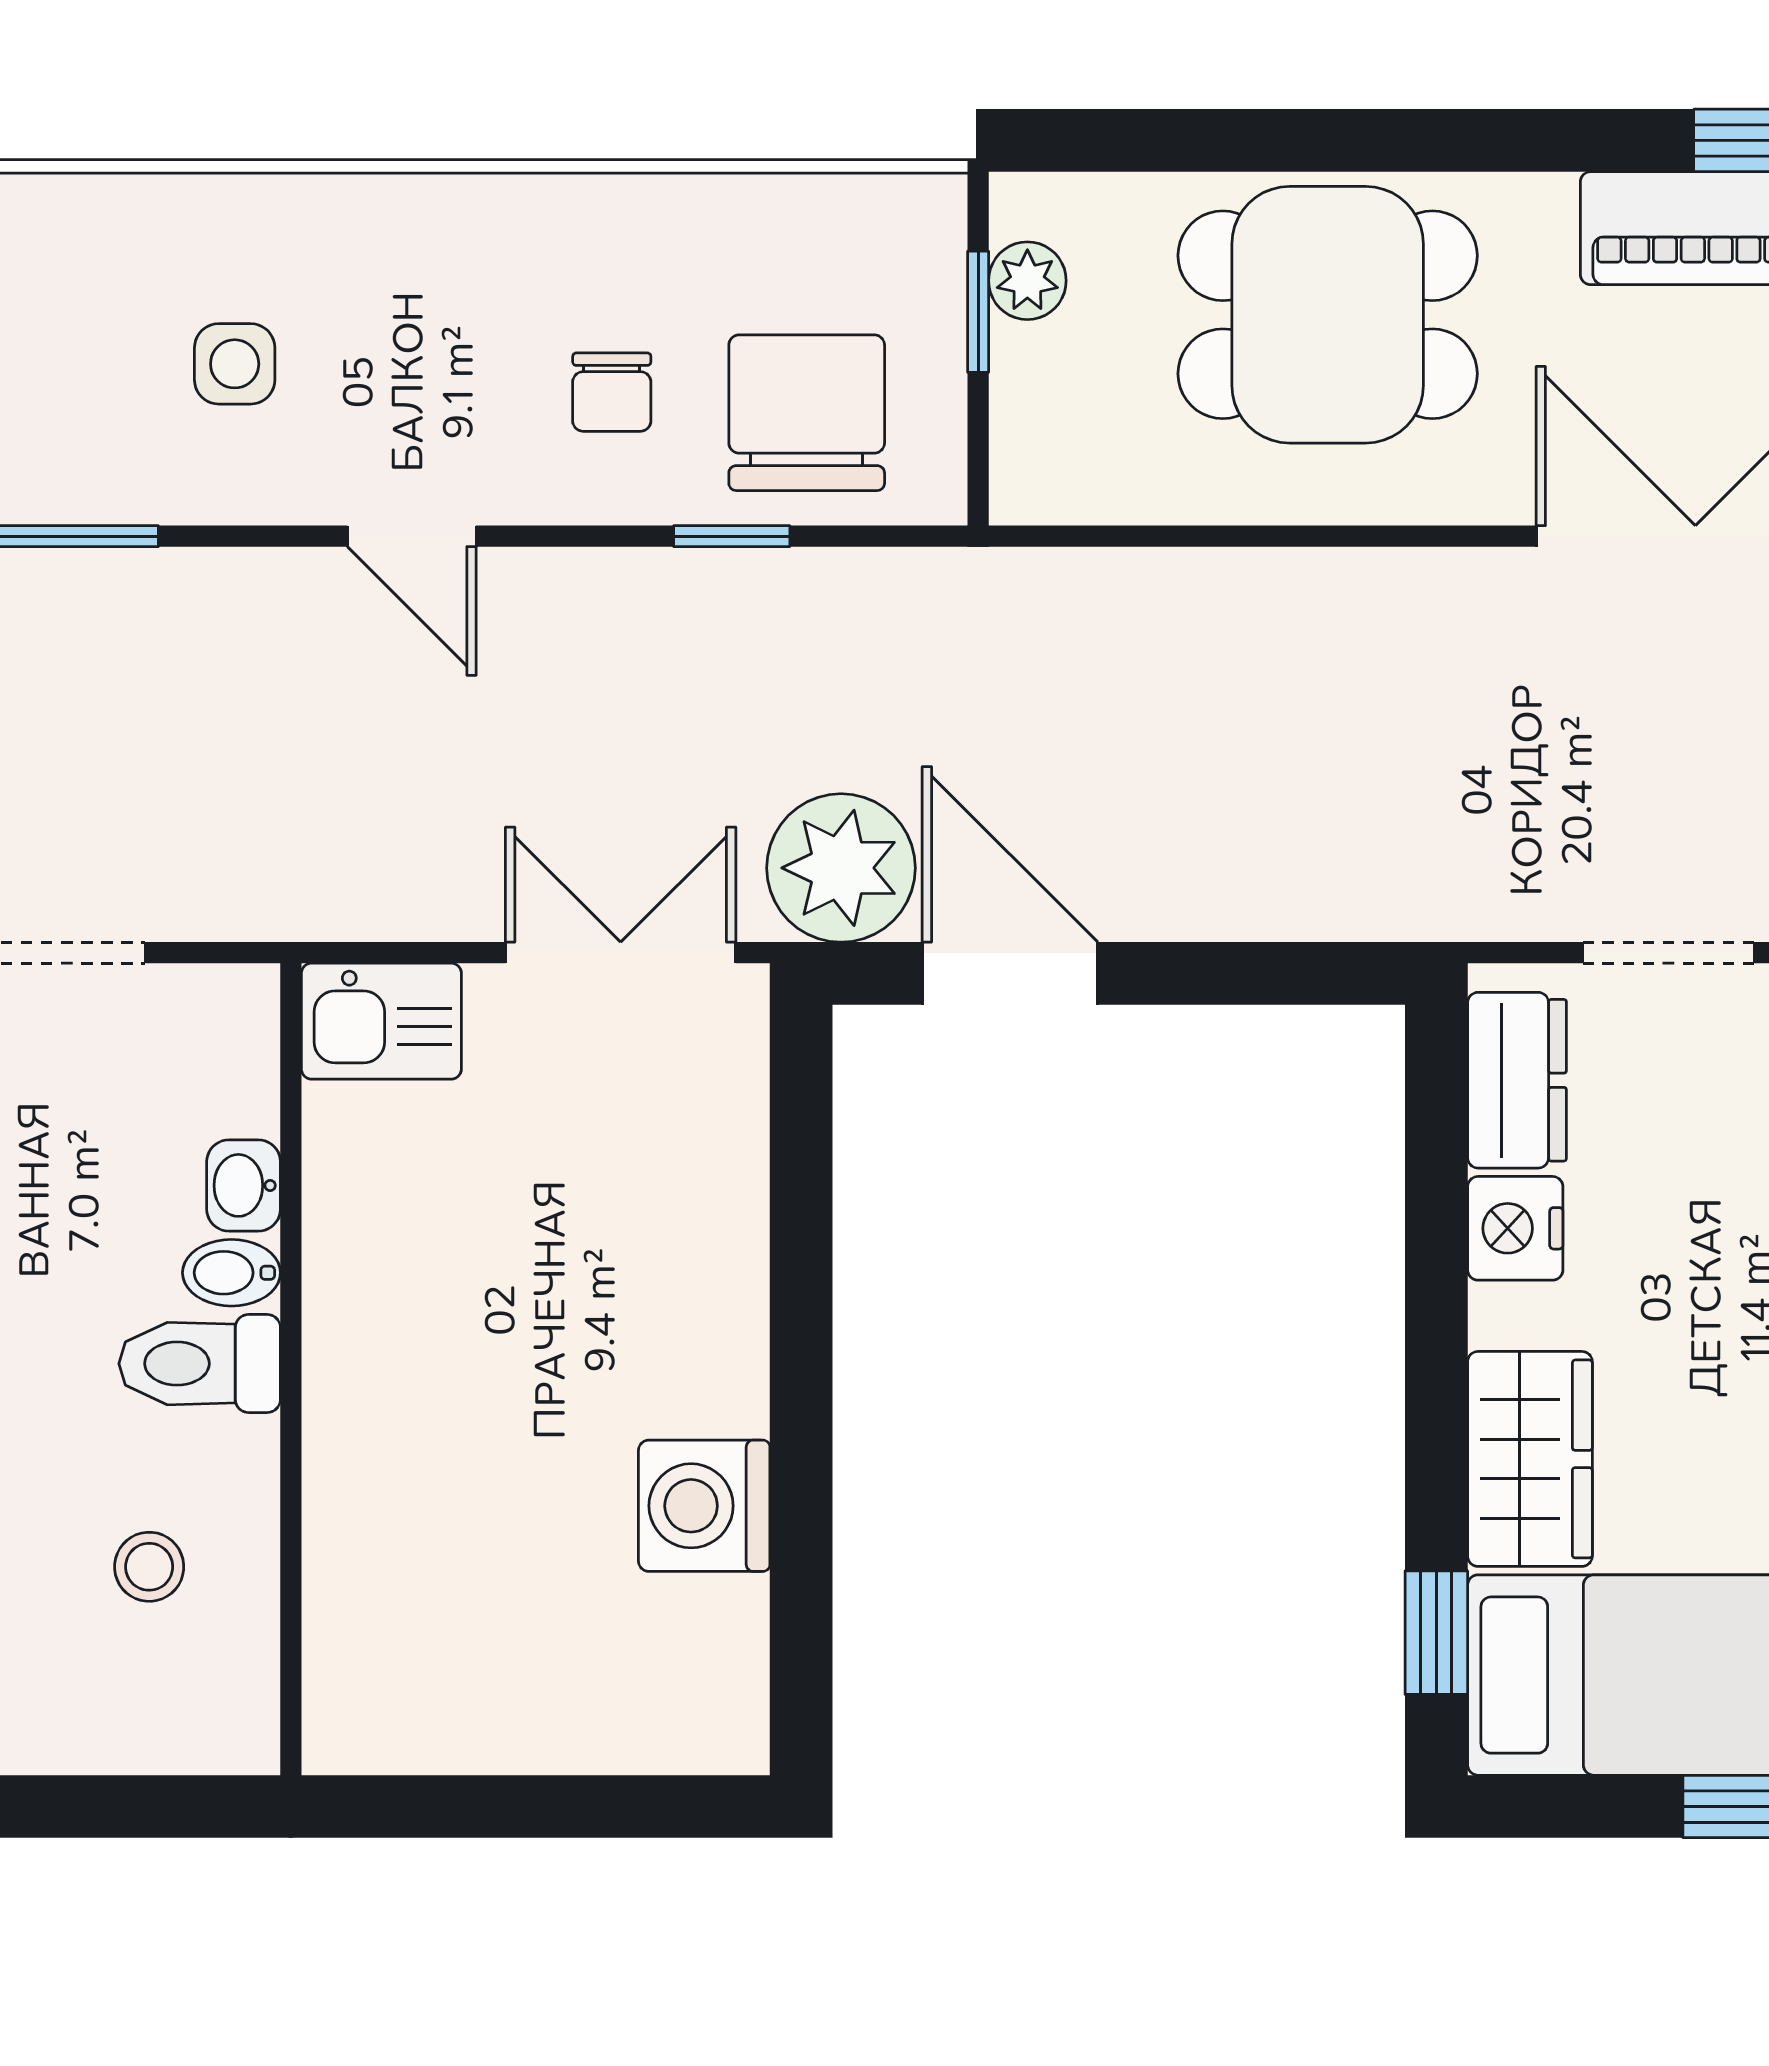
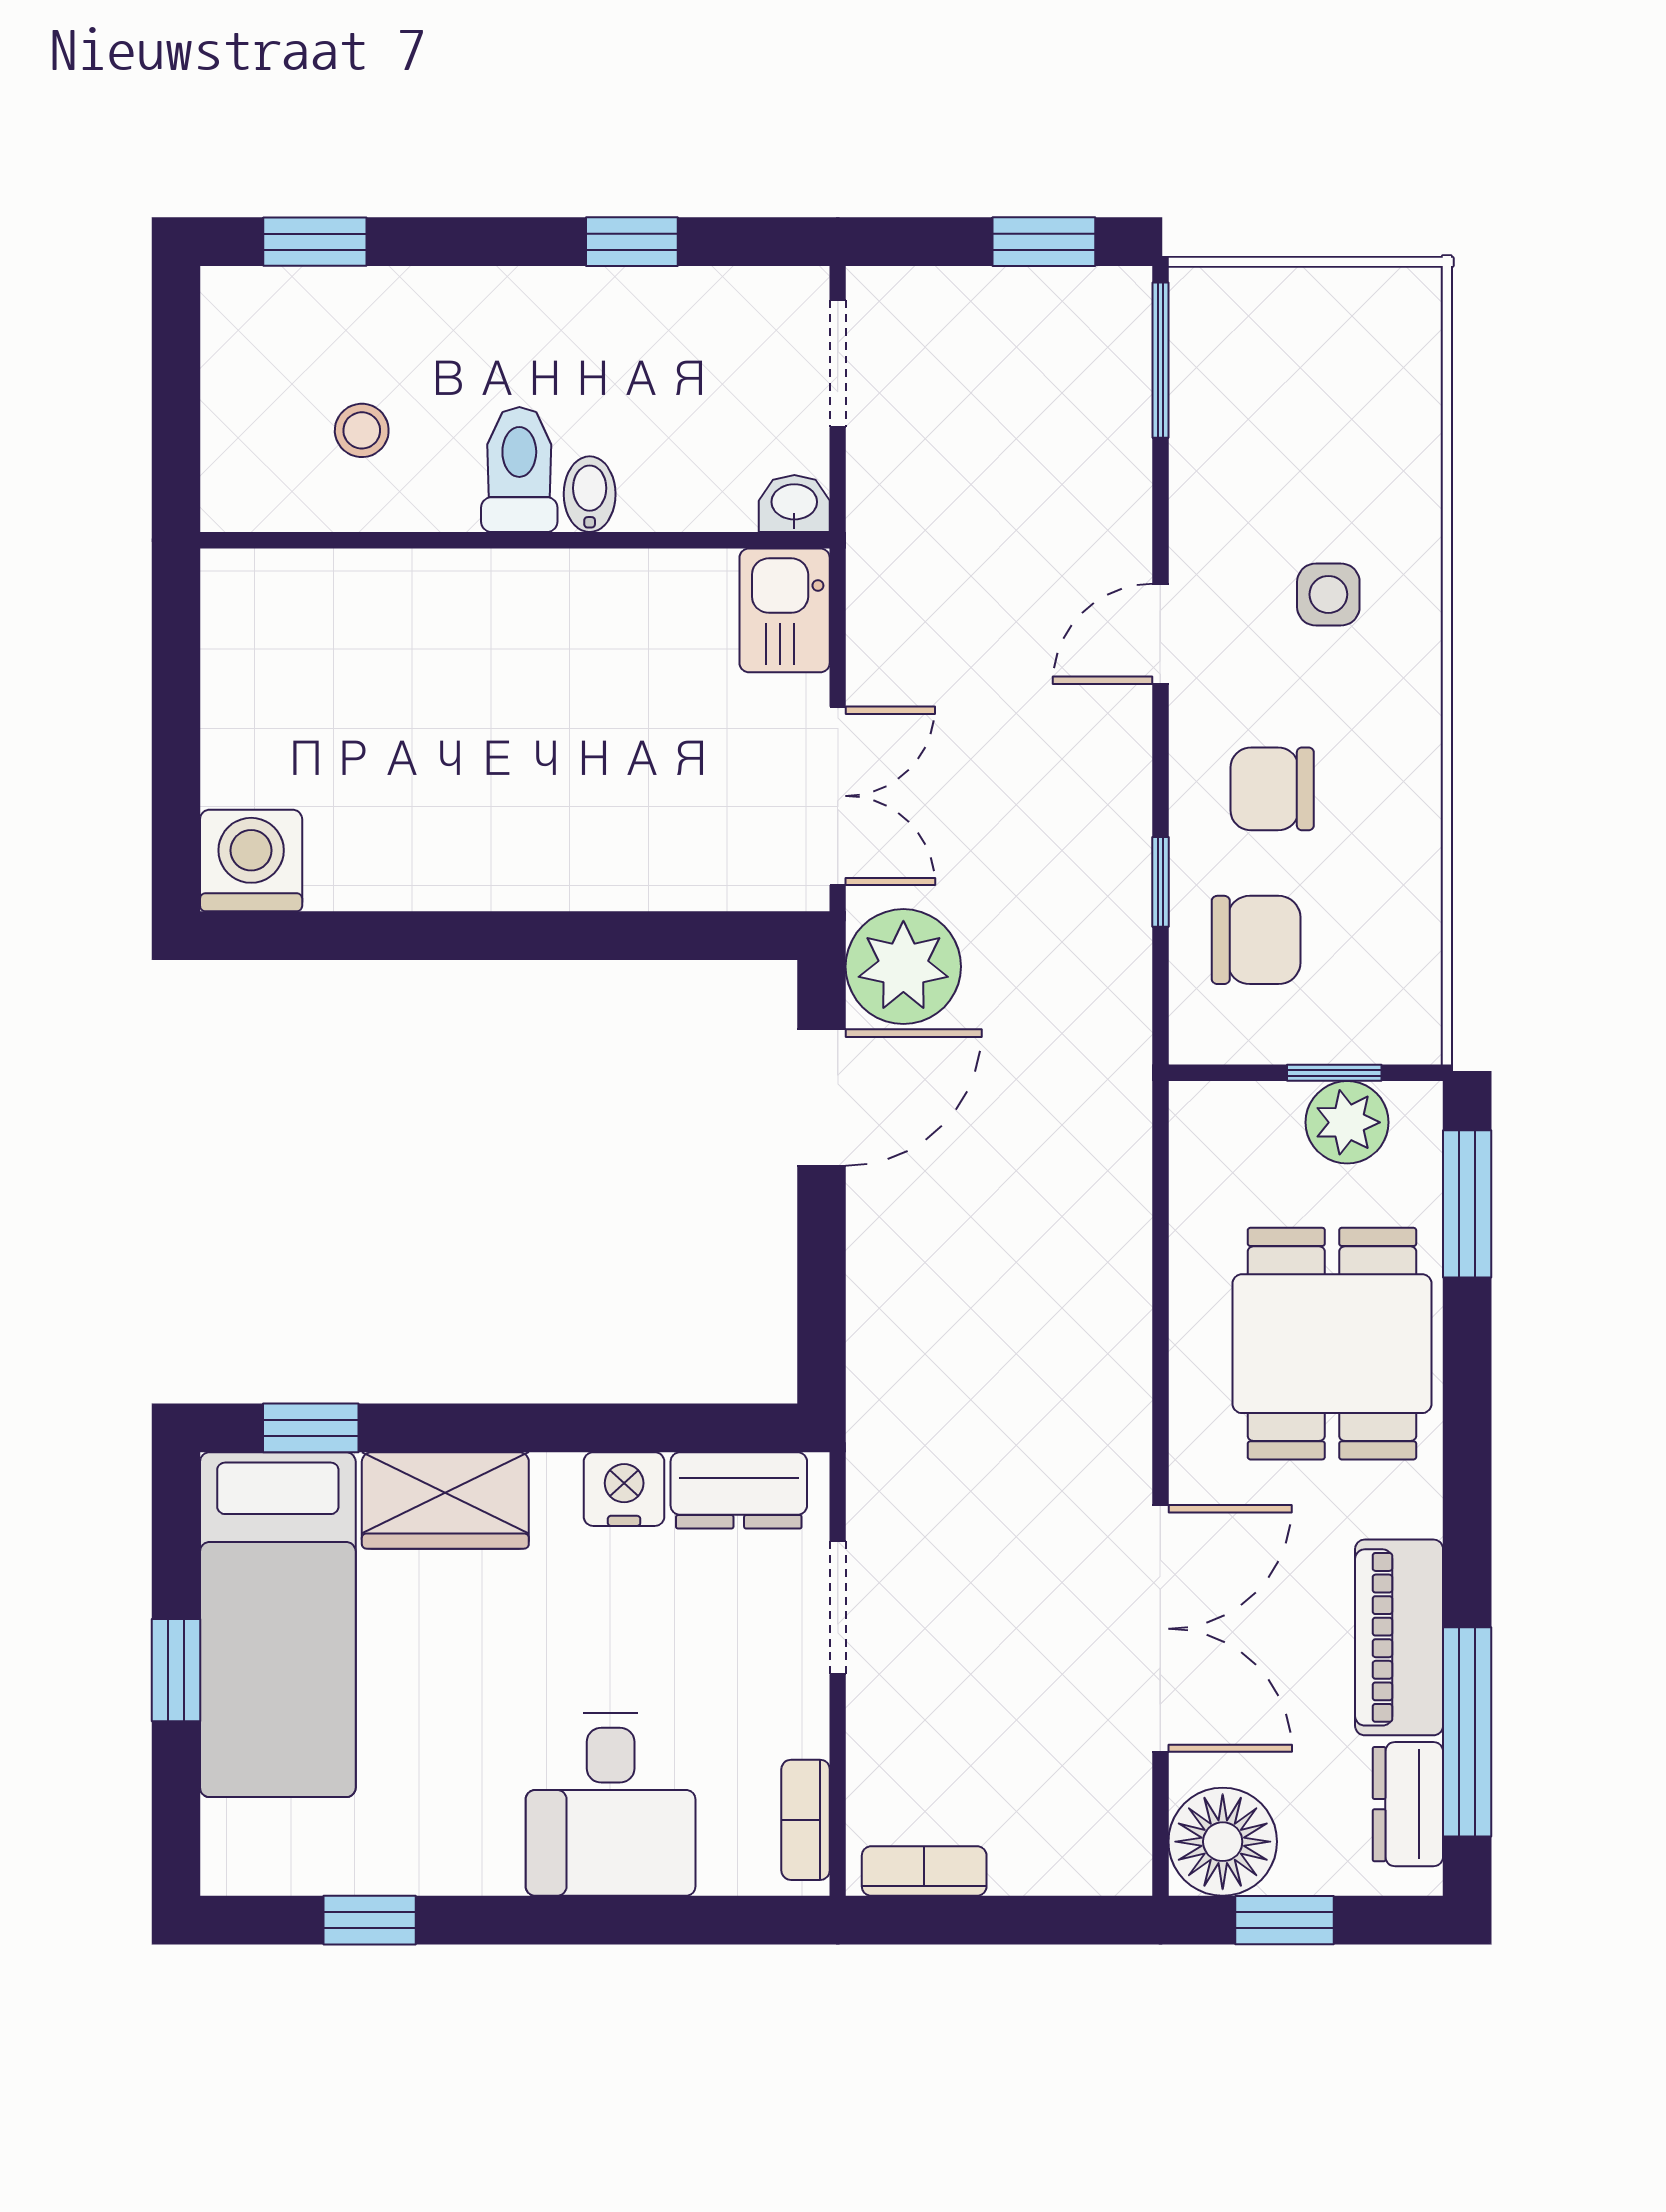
window: (1147, 140) -> (1467, 1204), added
plant: (1027, 281) -> (1347, 1122), width x1.38, depth x1.38
side table: (235, 364) -> (1328, 594), moved
chair: (612, 392) -> (1272, 789), width x1.37, depth x1.37
chair: (807, 413) -> (1256, 940), width x0.73, depth x0.73
washbasin: (244, 1185) -> (794, 504), moved
washing machine: (704, 1506) -> (251, 861), moved

